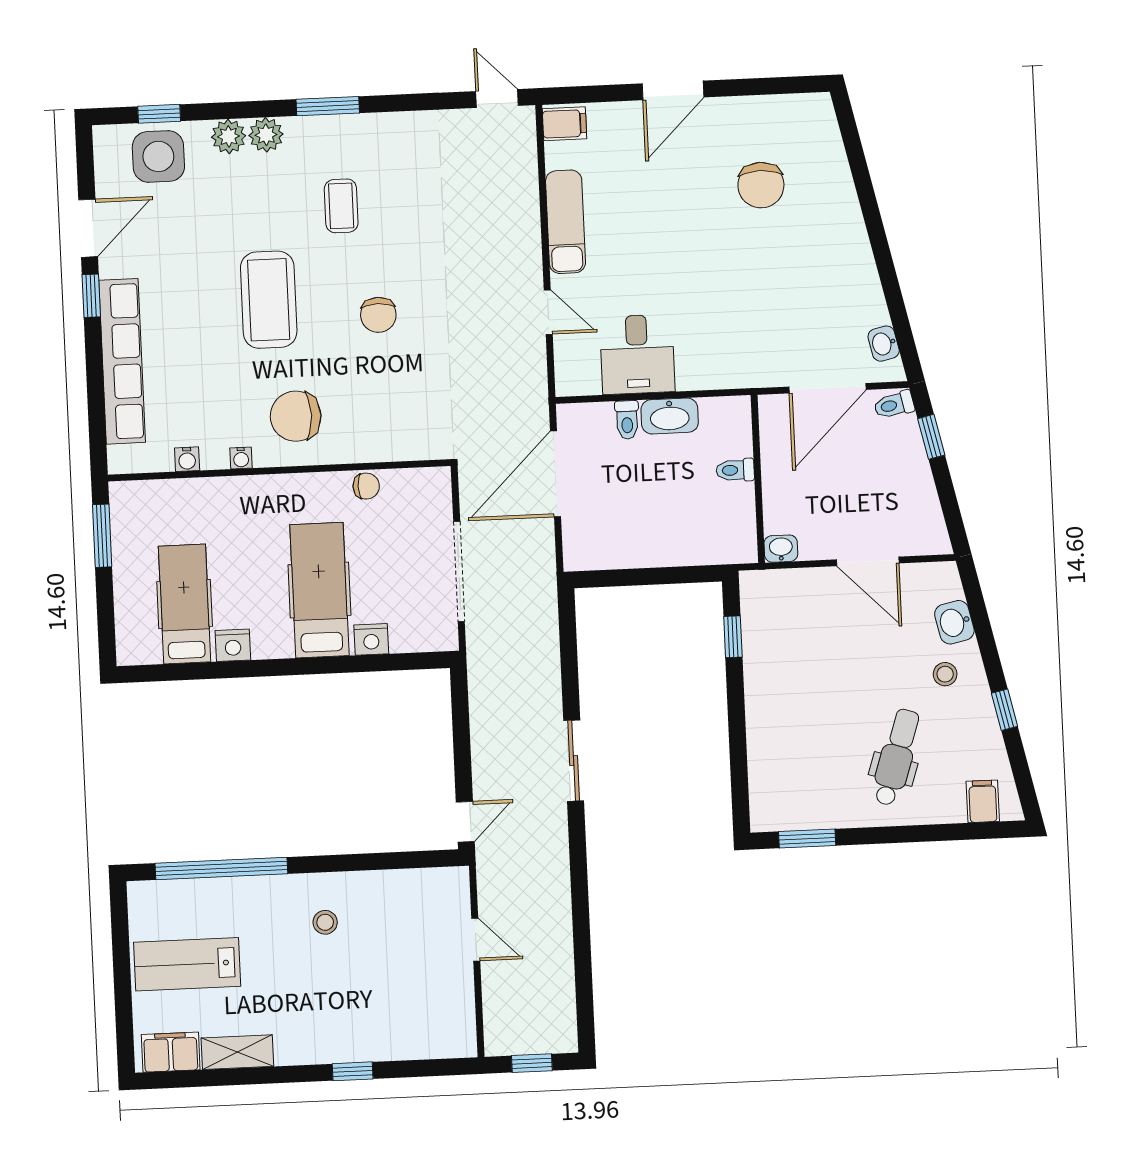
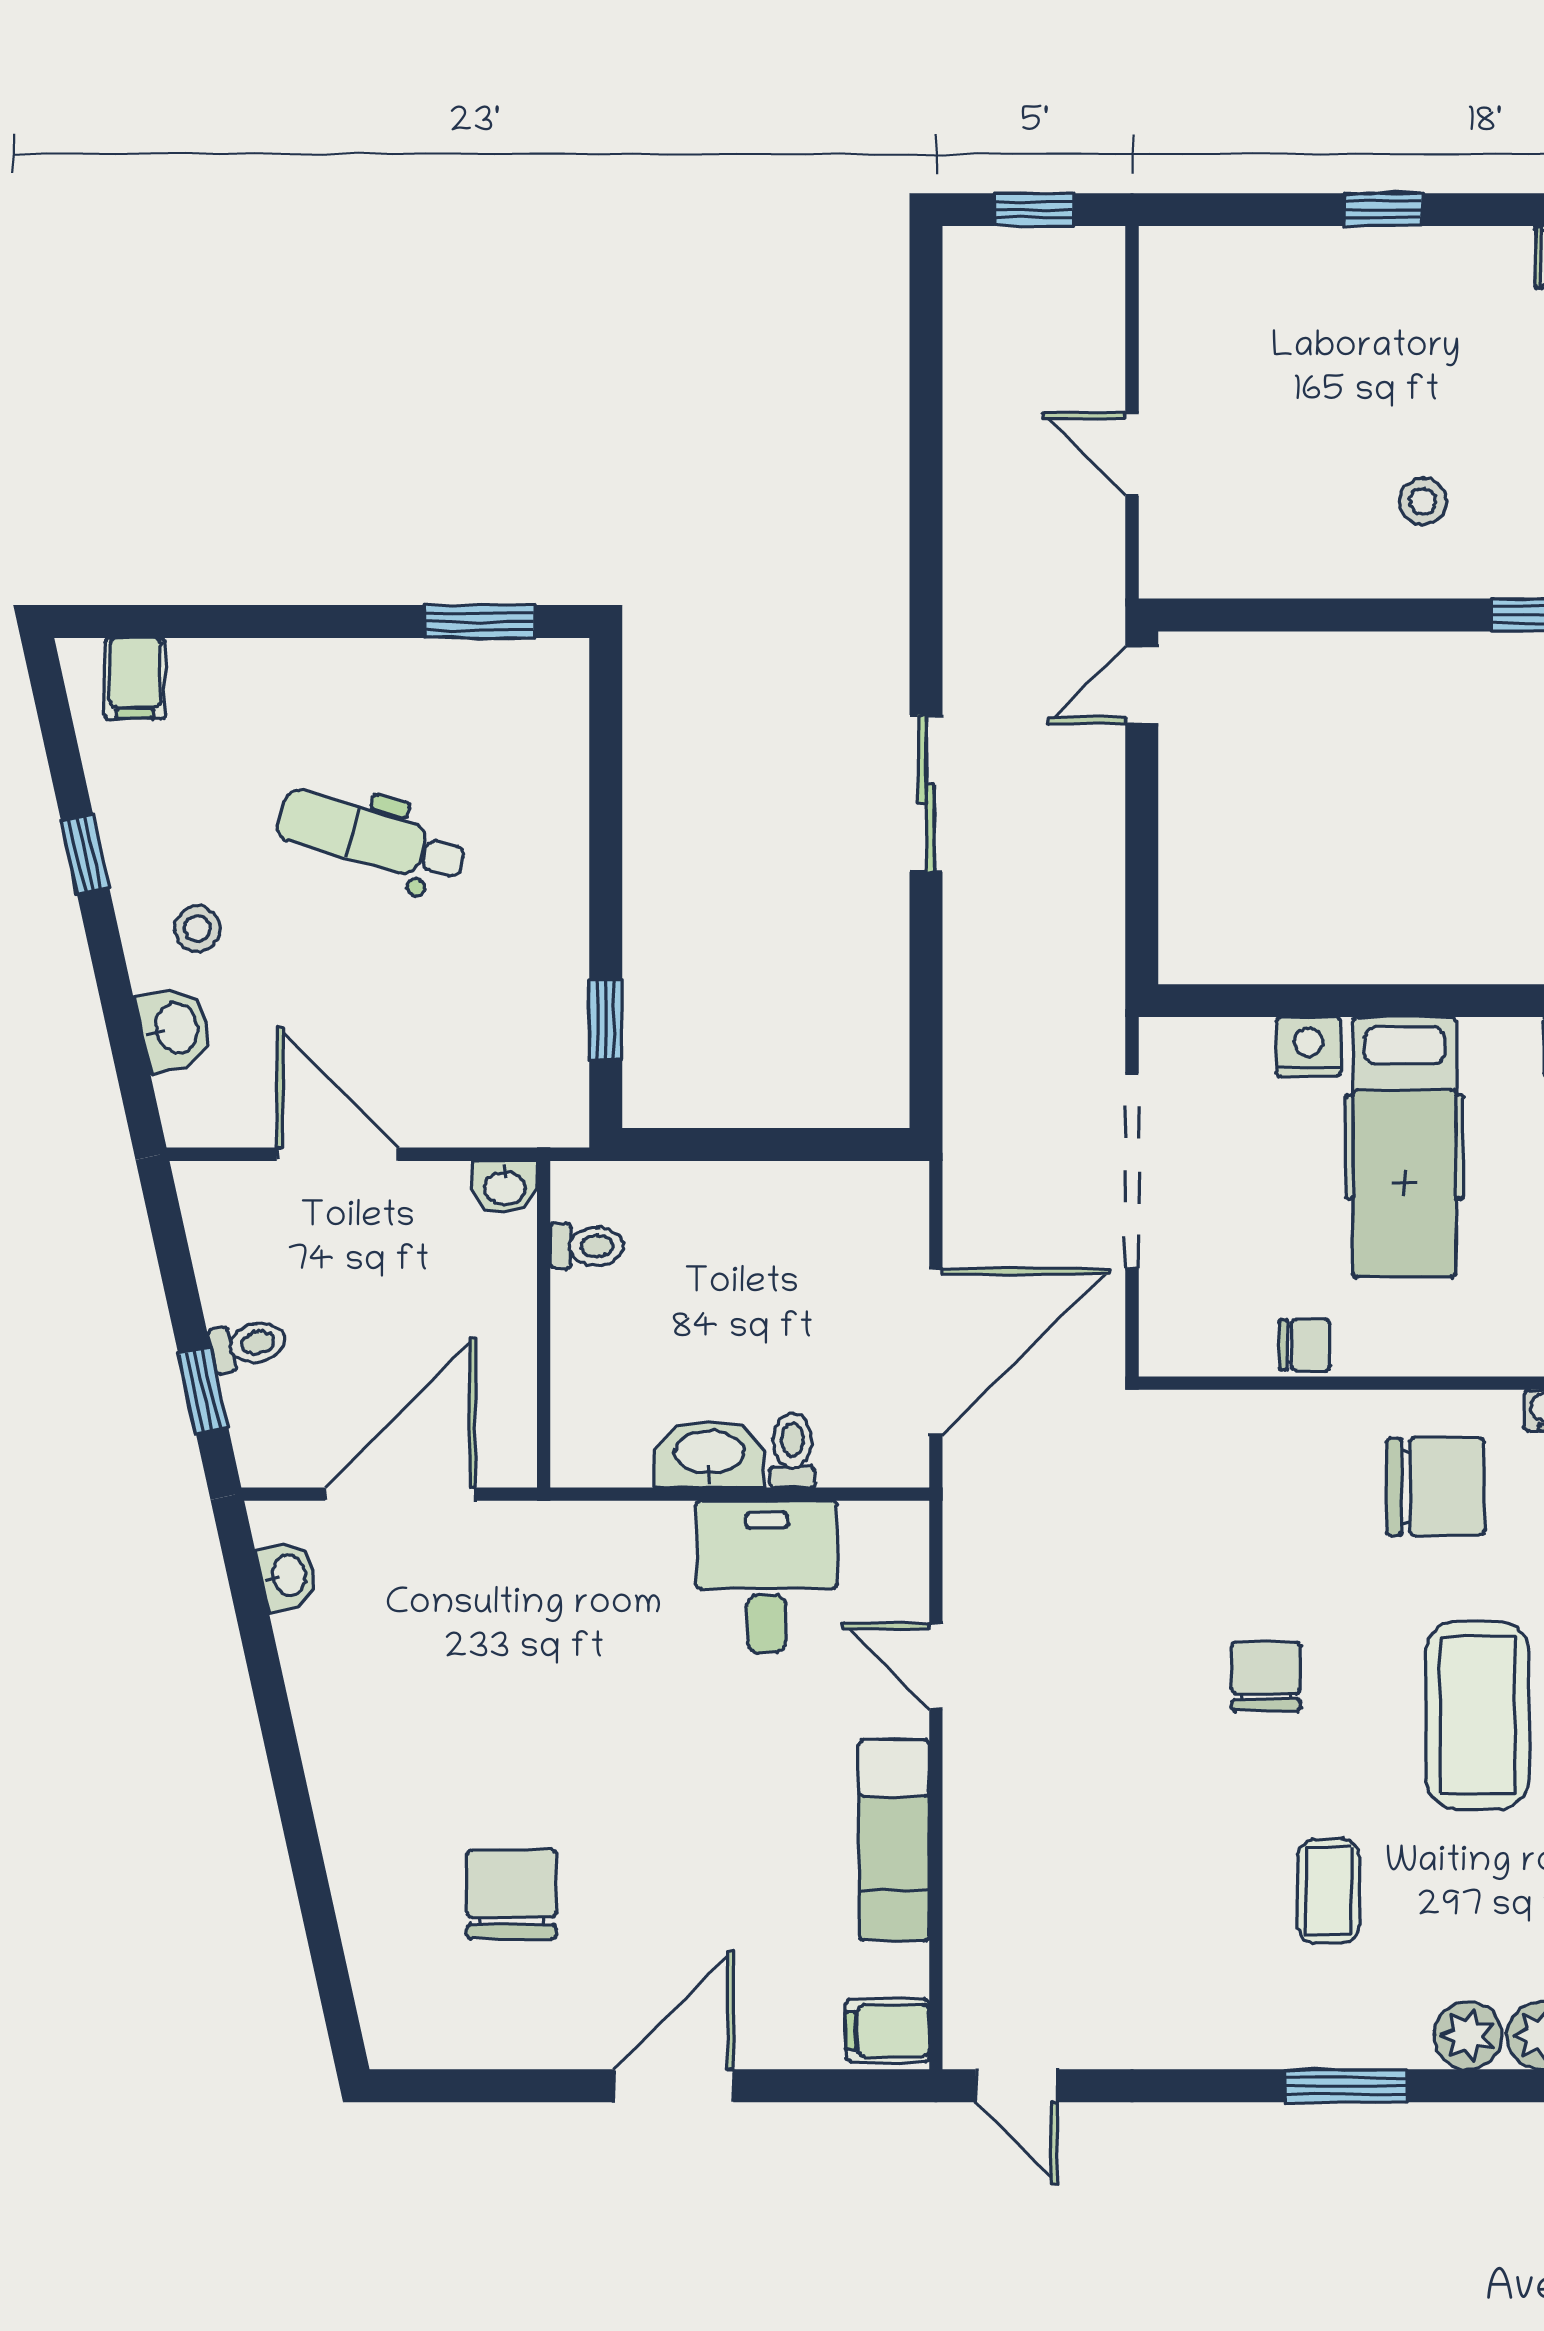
toilet: (894, 405) -> (248, 1345), moved
toilet: (735, 470) -> (587, 1246), moved
chair: (366, 486) -> (1305, 1345), turned 180
dental chair: (896, 757) -> (371, 838), moved, turned 88

